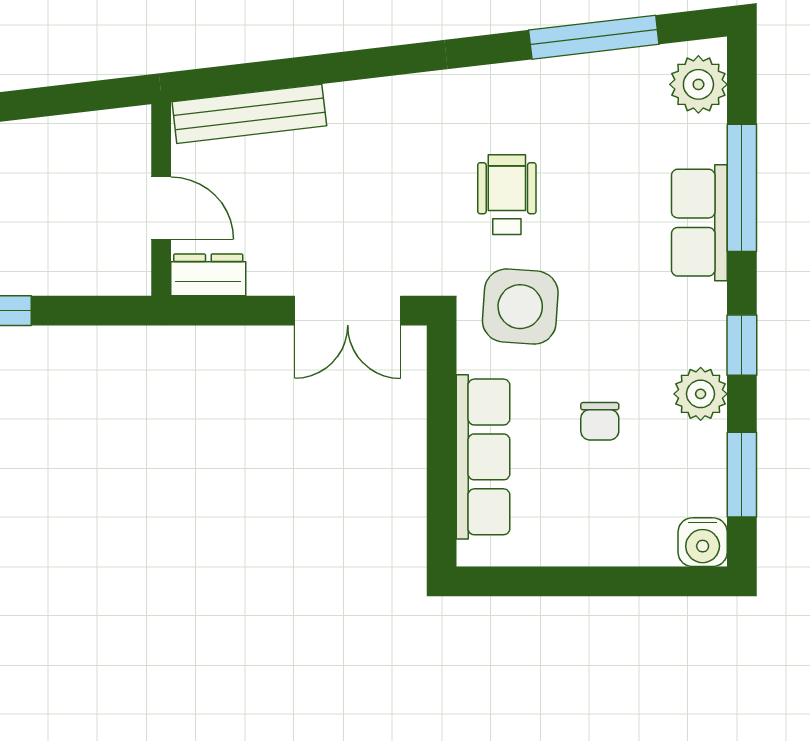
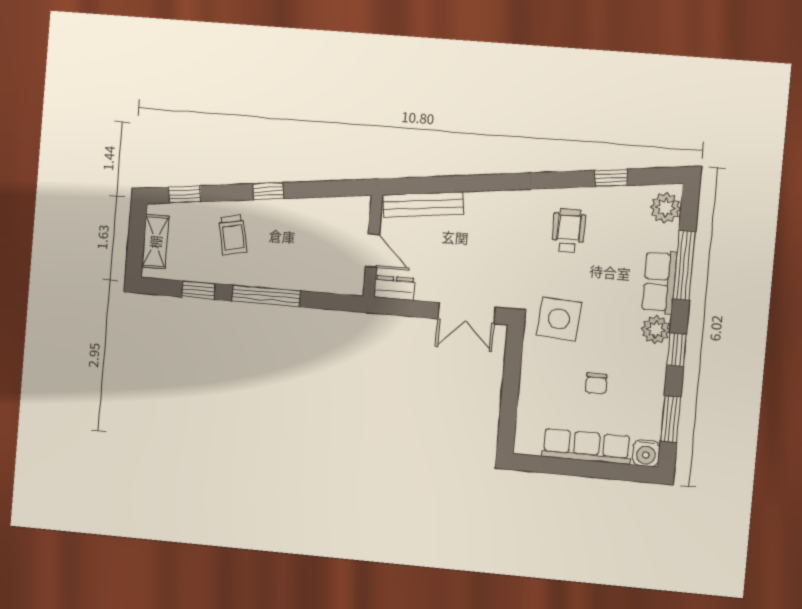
window: (594, 37) -> (611, 178), width x0.46
wheelchair: (507, 195) -> (569, 231), moved
plant: (701, 394) -> (656, 330), moved
row of seats: (483, 457) -> (586, 446), moved, turned -90

